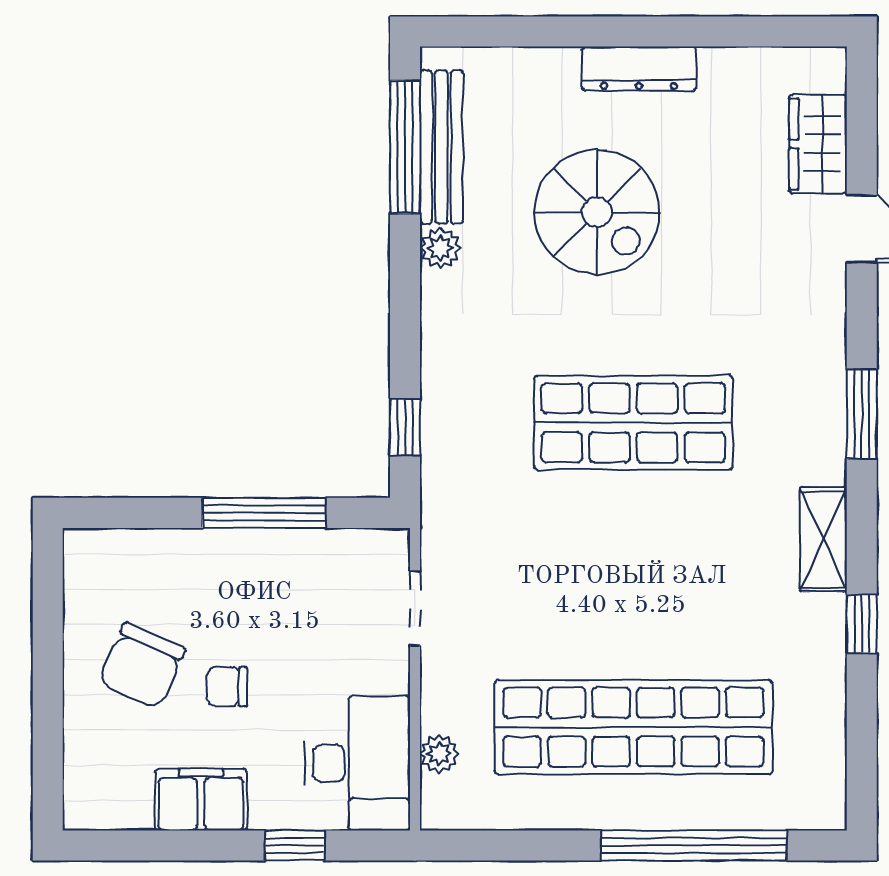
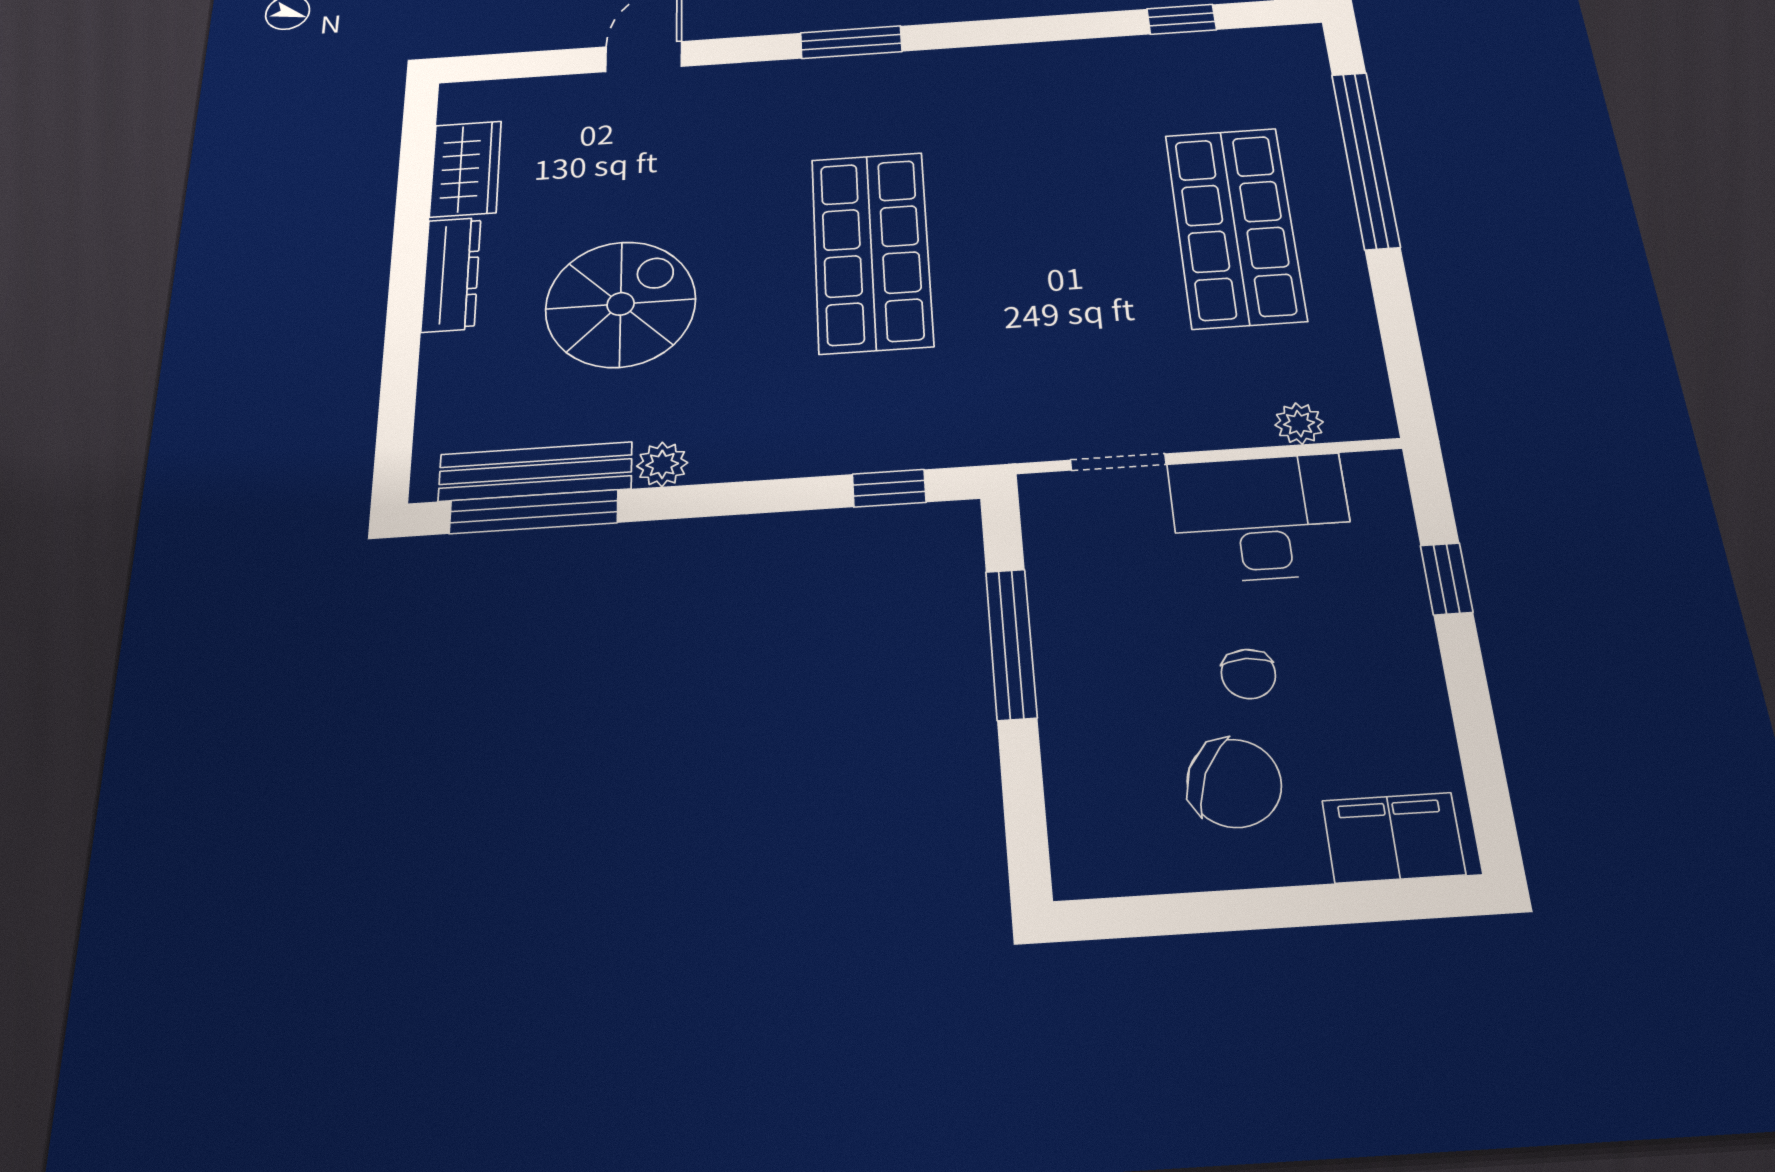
wardrobe: (818, 144) -> (466, 169), moved, turned -90
shelving: (823, 539) -> (995, 66), removed
window: (862, 624) -> (1182, 19), moved
shop shelf: (633, 727) -> (1235, 227), width x0.71
desk: (357, 763) -> (1261, 518), moved
filing cabinet: (201, 800) -> (1393, 838), moved, turned 90

